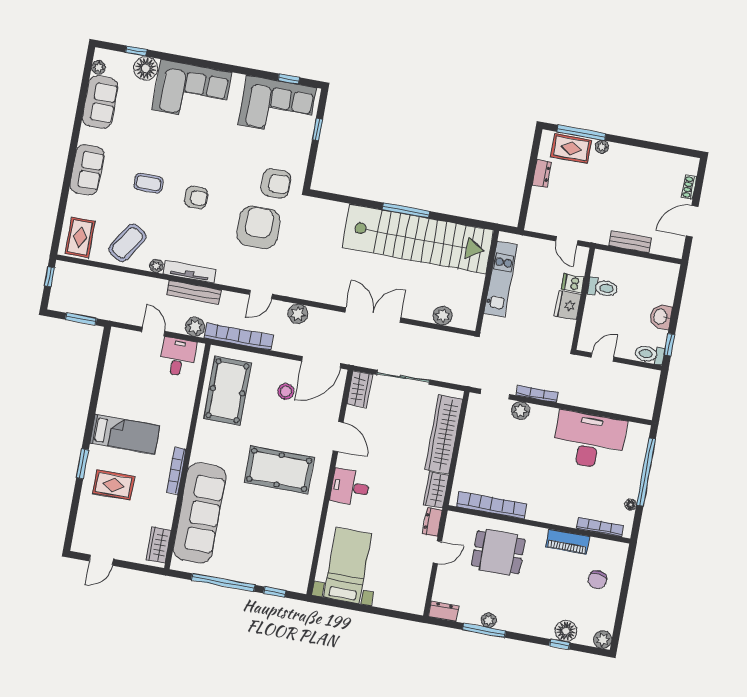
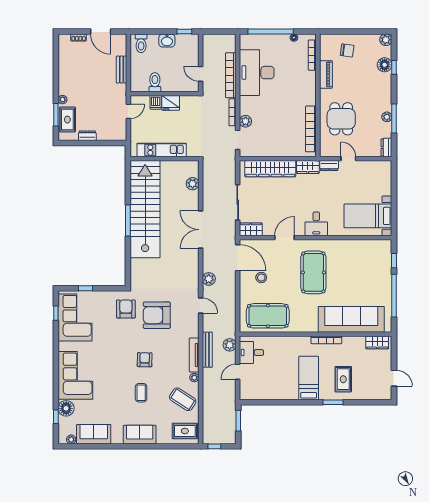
window: (581, 133) -> (56, 115), width x0.69
bookcase: (239, 337) -> (231, 75), moved
toilet: (650, 354) -> (141, 43), moved

